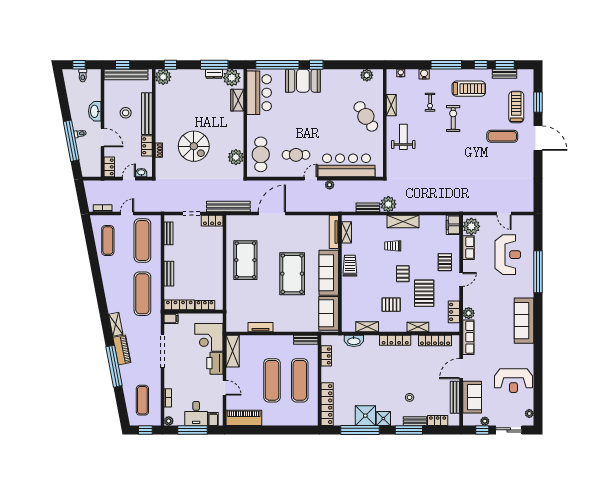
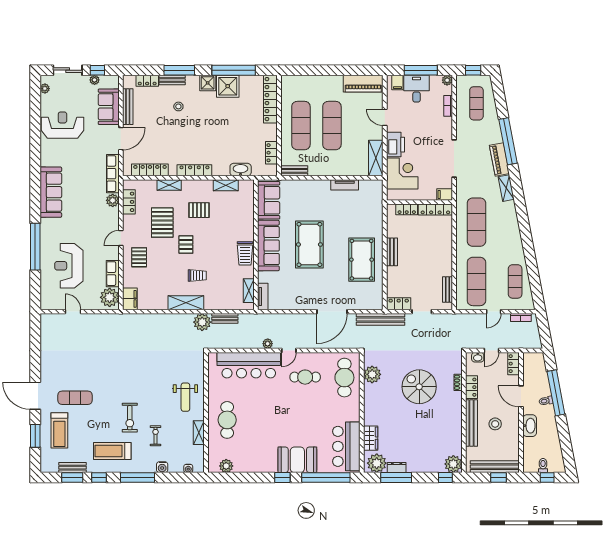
cafe table: (366, 116) -> (227, 420), turned 33
tv unit: (334, 232) -> (263, 297), width x0.71
bench: (169, 274) -> (392, 252), moved

